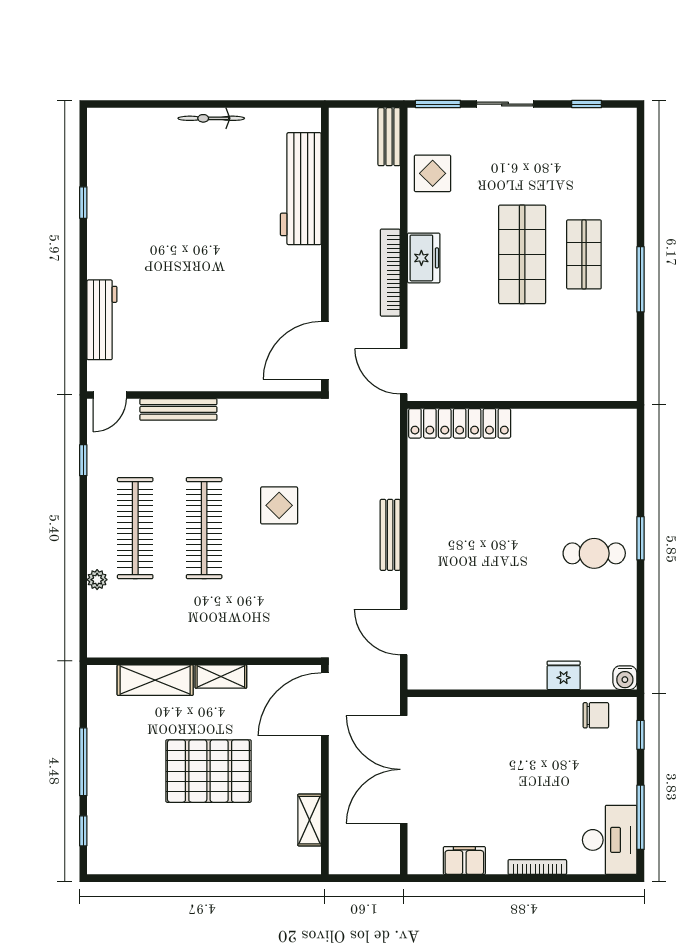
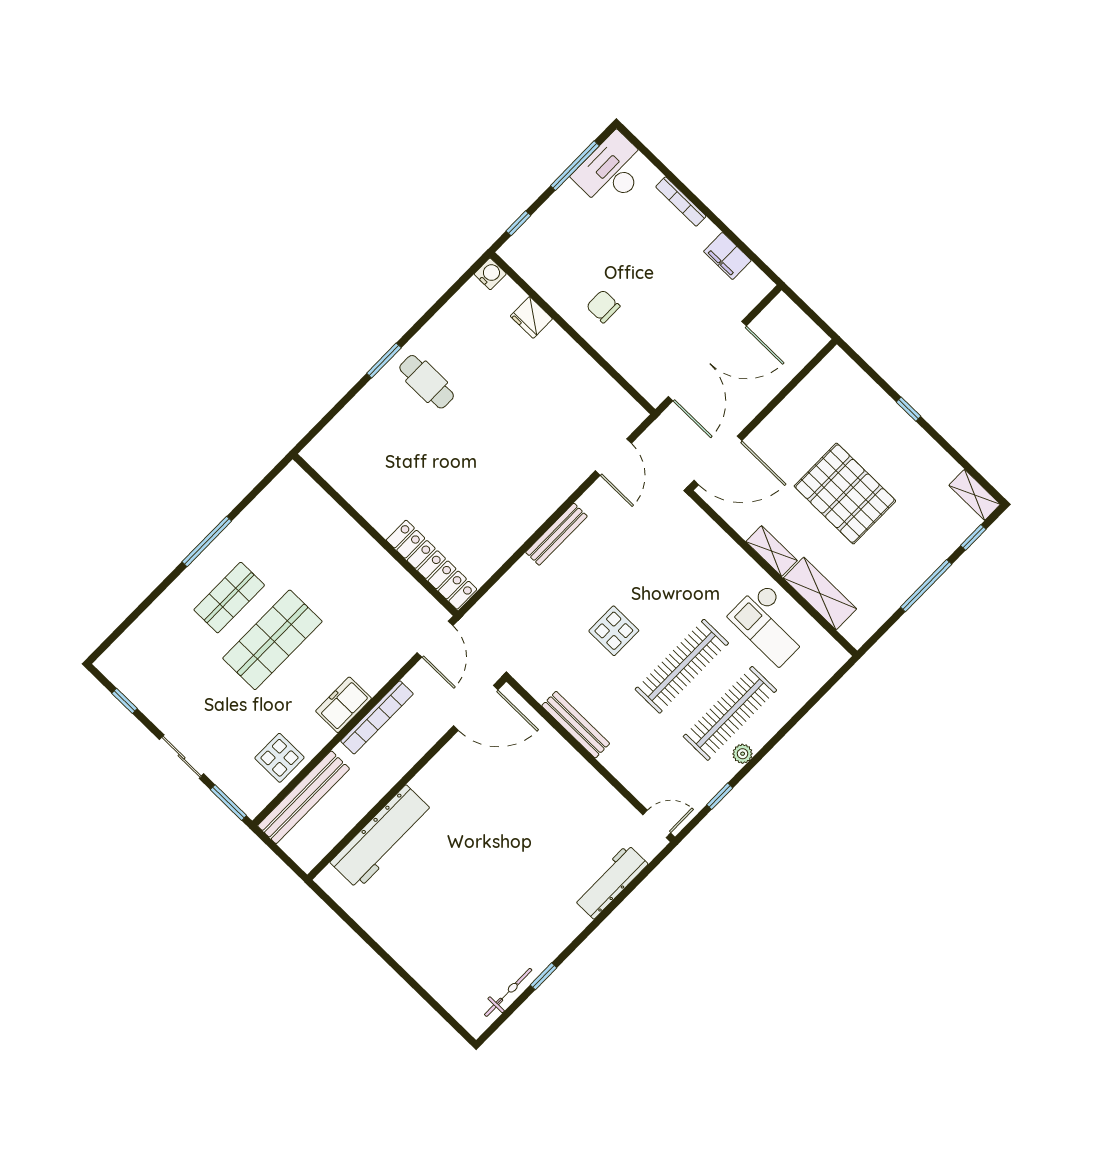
bicycle: (211, 118) -> (508, 992), moved, turned -90
bench: (389, 137) -> (304, 797), width x1.86, depth x1.21
bench: (178, 409) -> (576, 725), moved
plant: (97, 580) -> (743, 754), moved
checkout: (169, 623) -> (771, 624), added
chair: (596, 715) -> (603, 306), moved
shelving: (310, 820) -> (975, 495), moved, turned 90
window: (222, 878) -> (908, 409), added

